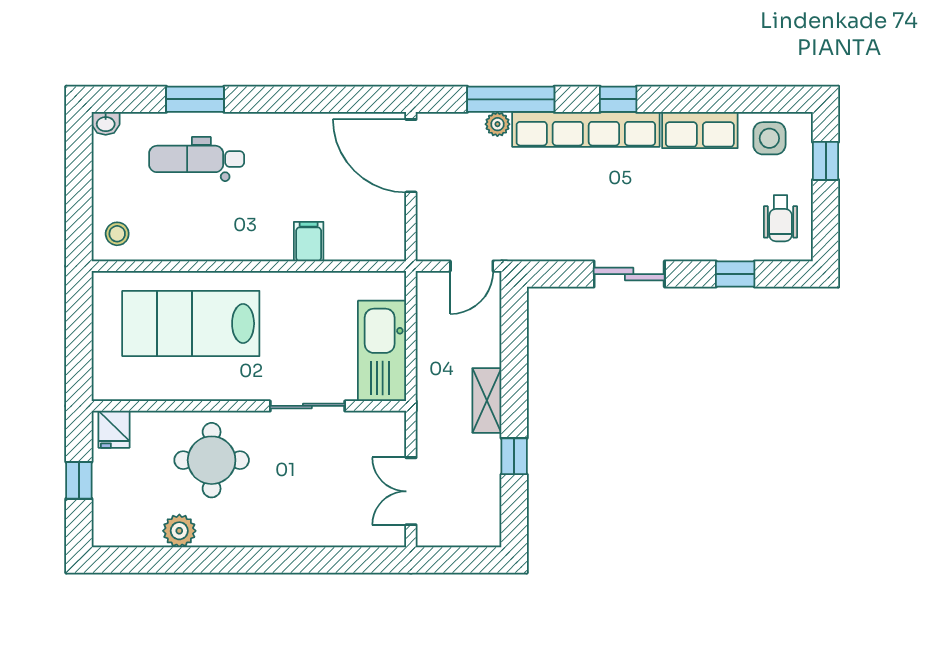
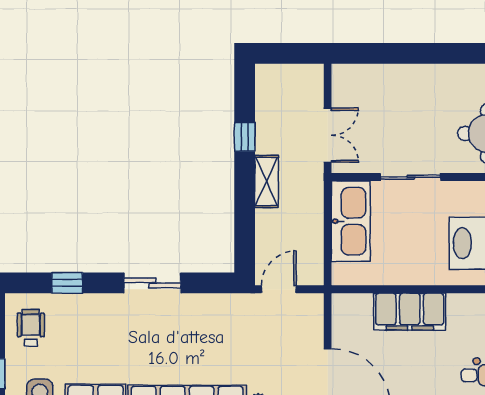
filing cabinet: (309, 242) -> (410, 312), width x3.00, depth x1.17
double door: (411, 491) -> (328, 135), moved

